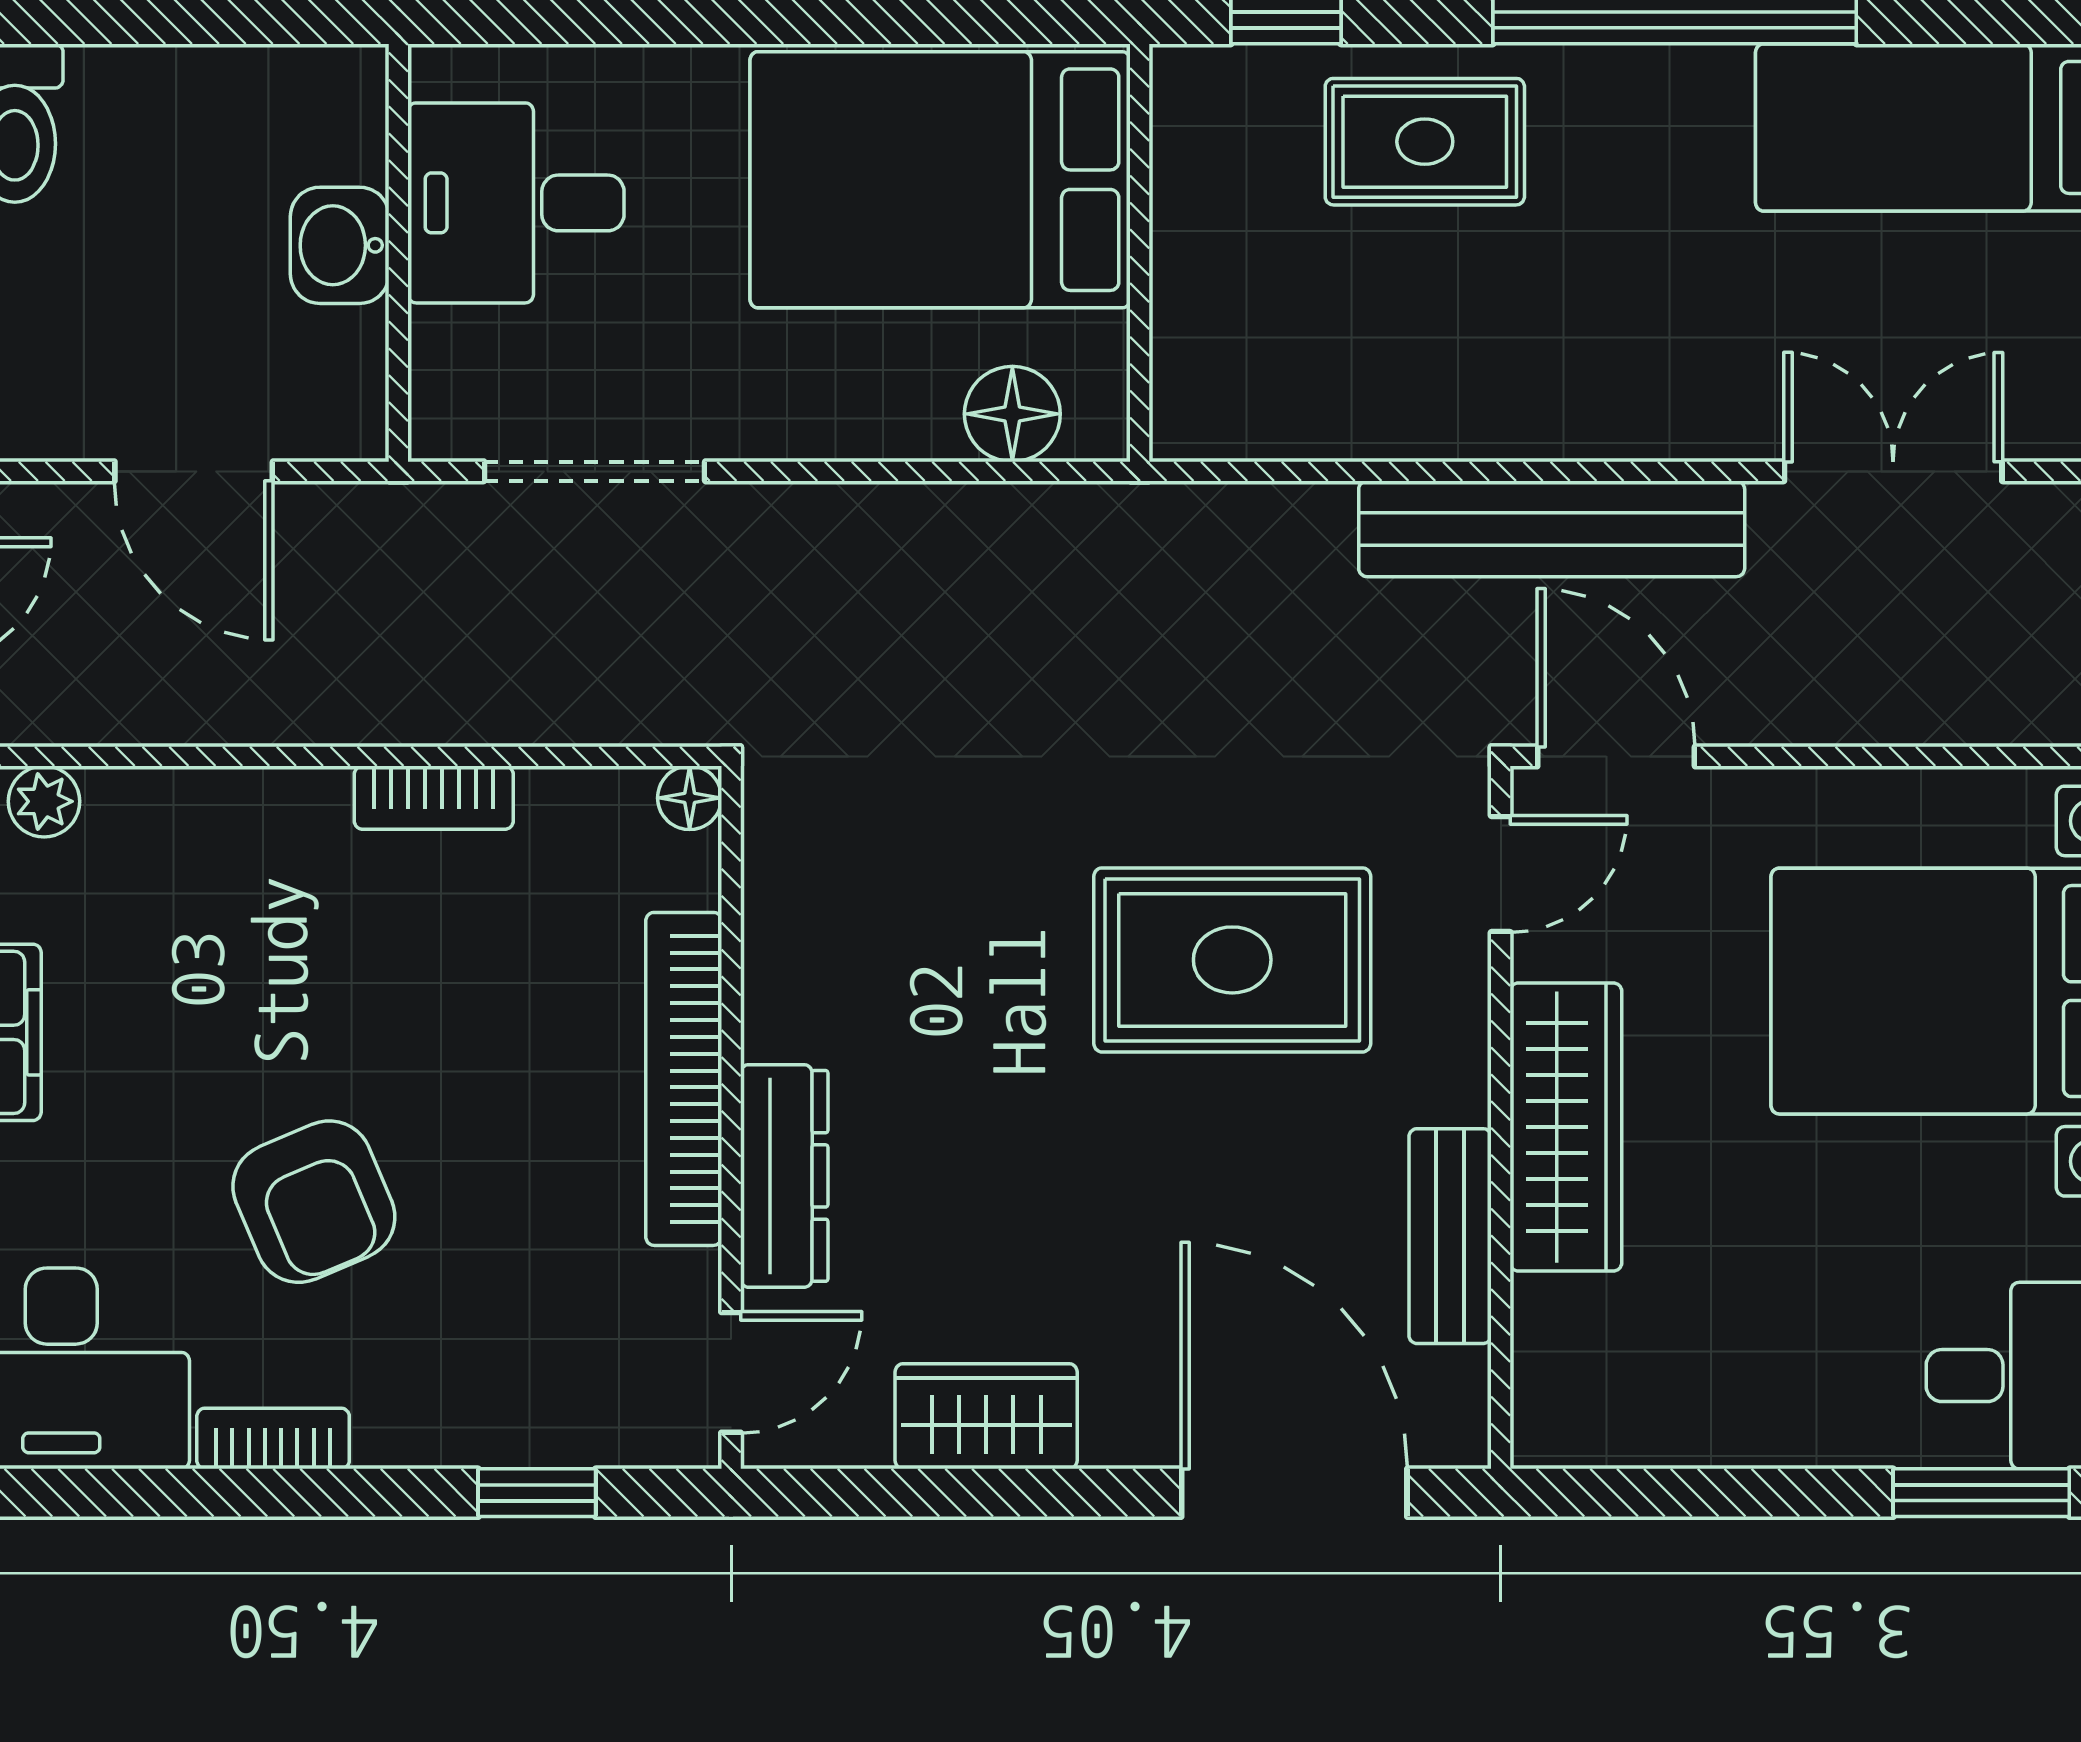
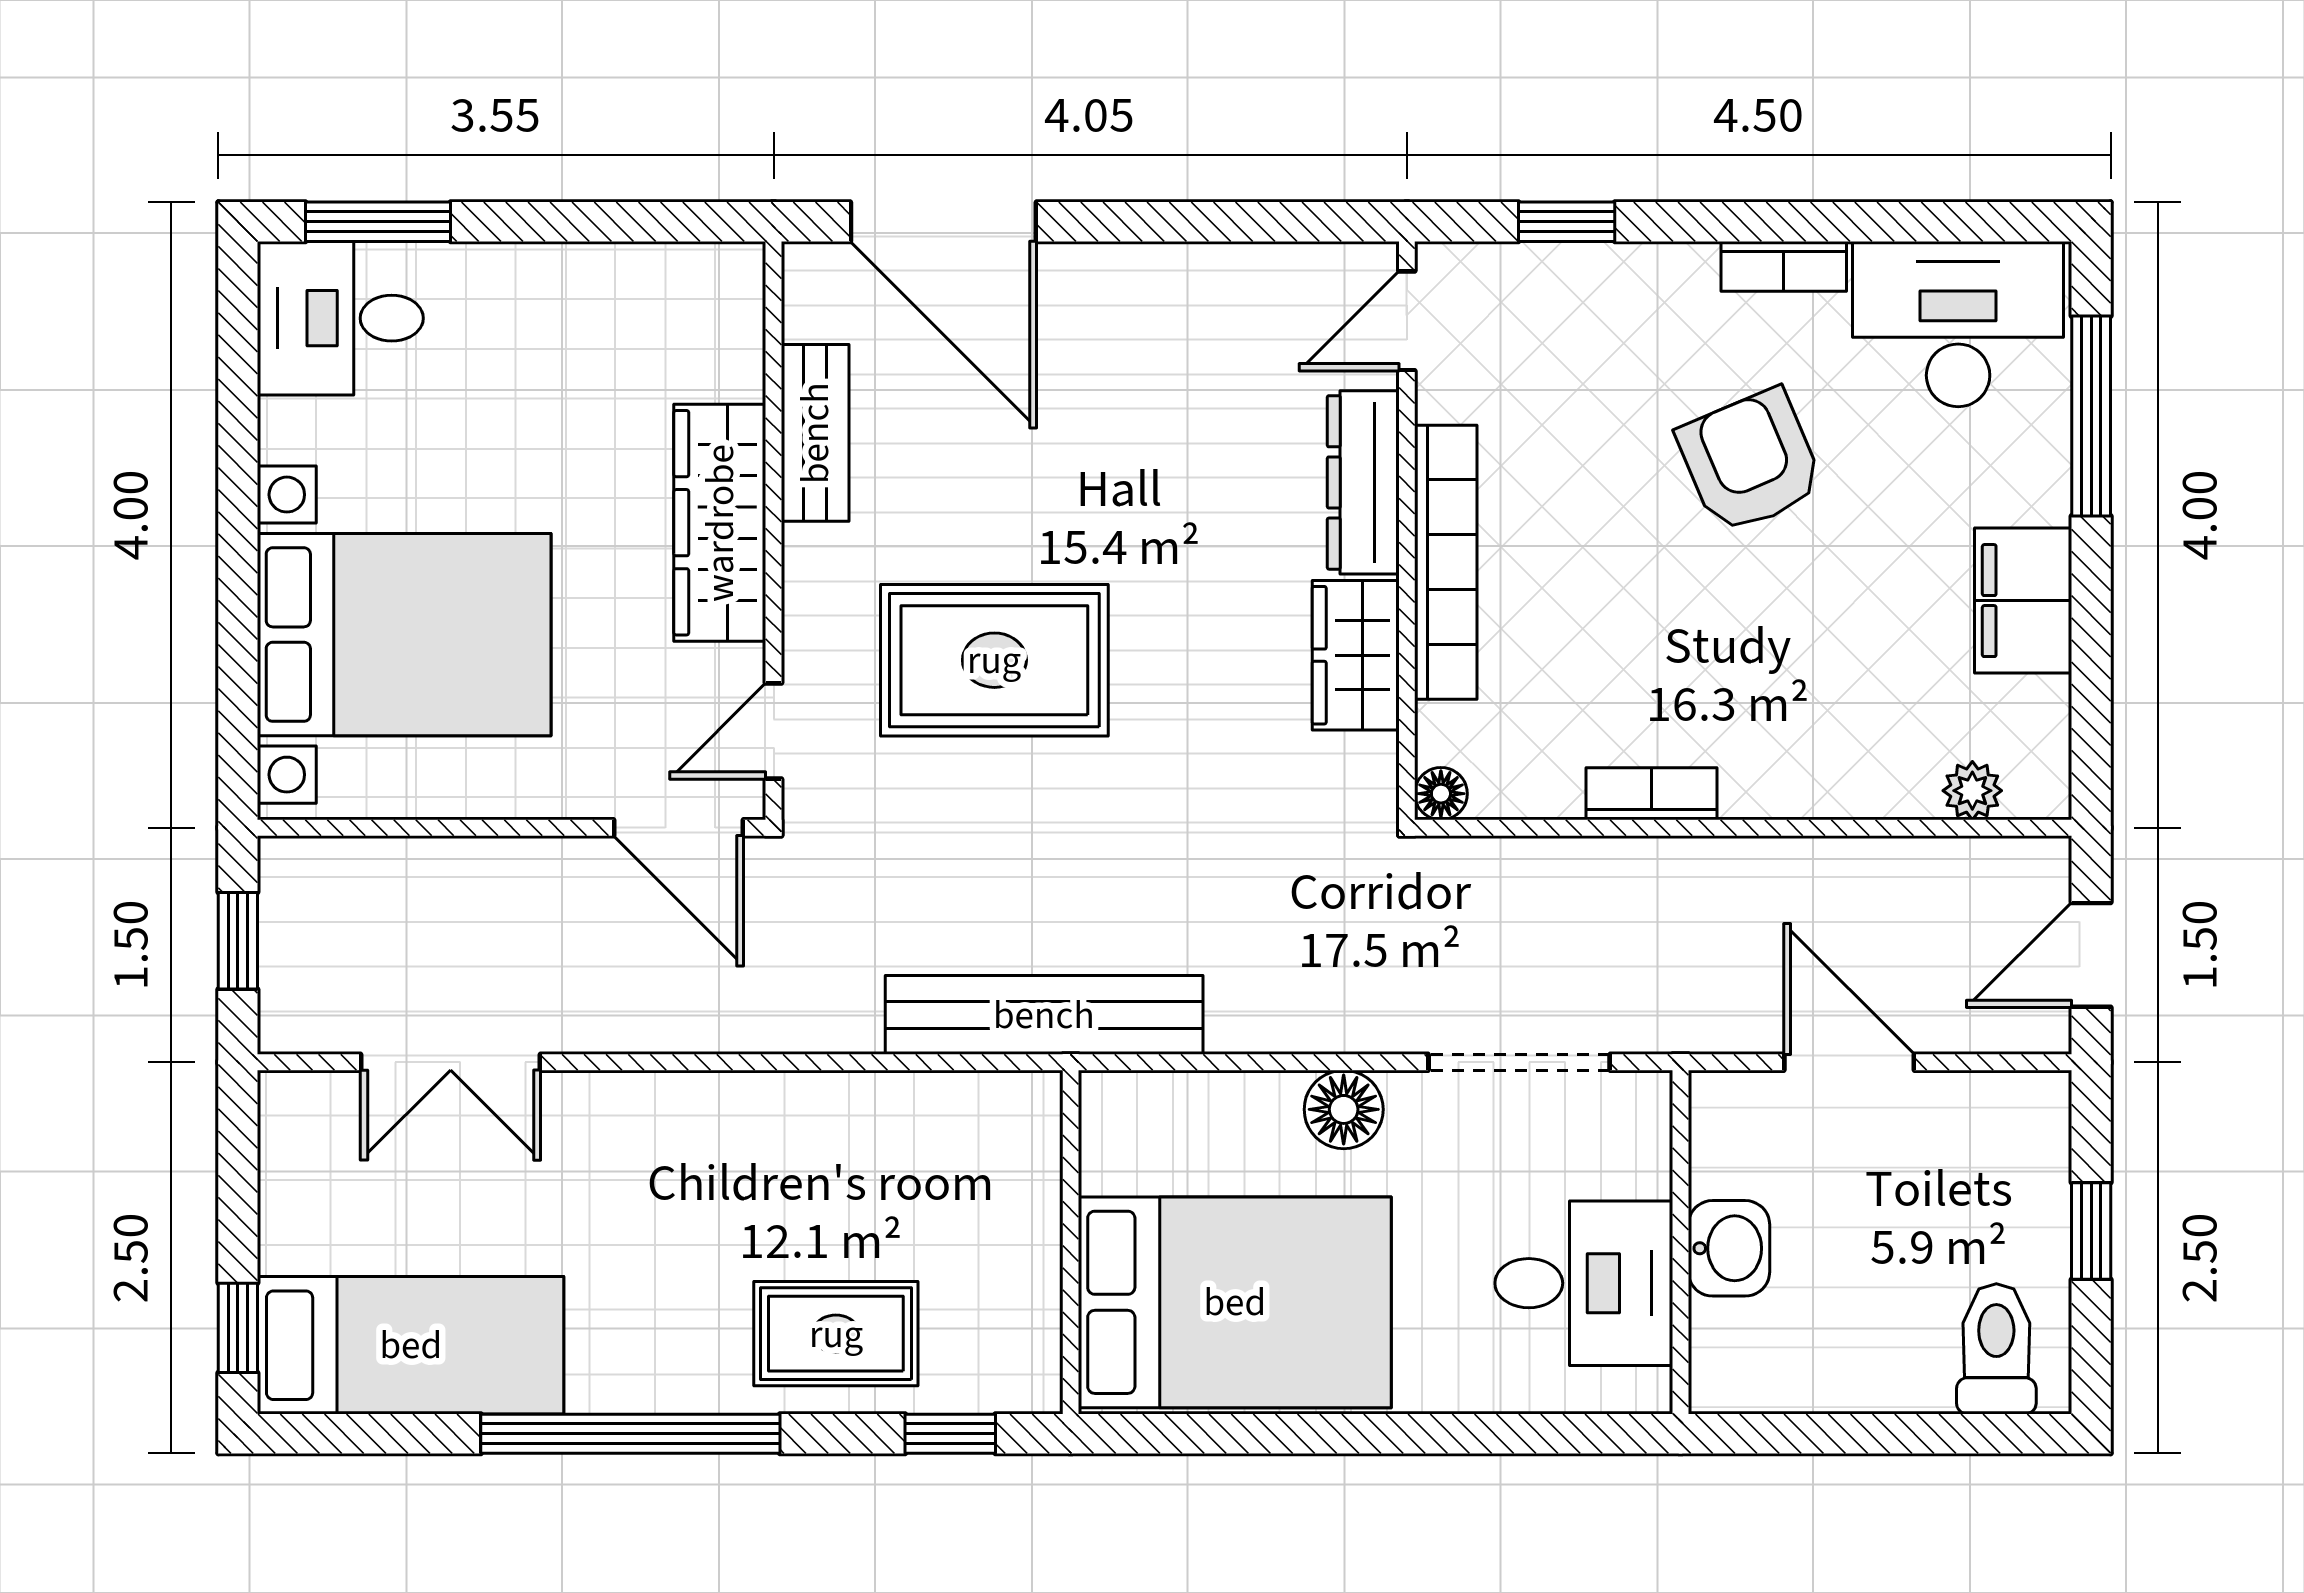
floor lamp: (1012, 414) -> (1344, 1109), moved
bench: (1552, 529) -> (1044, 1015), moved
wardrobe: (986, 1416) -> (1356, 655), moved, turned 90

